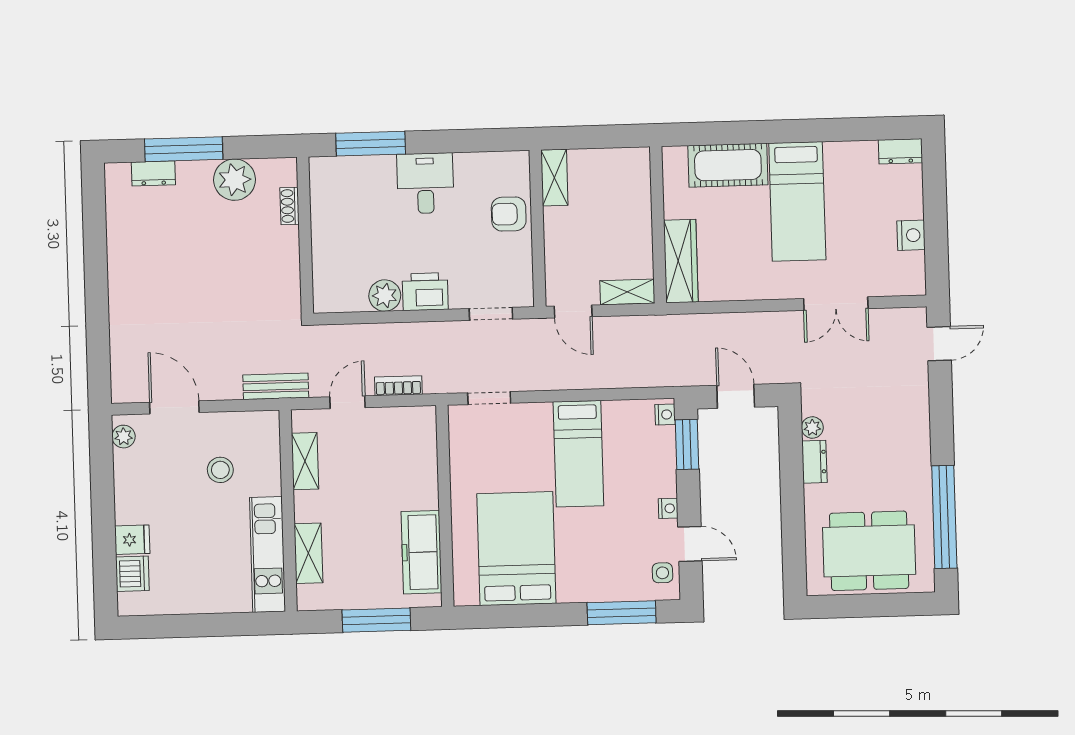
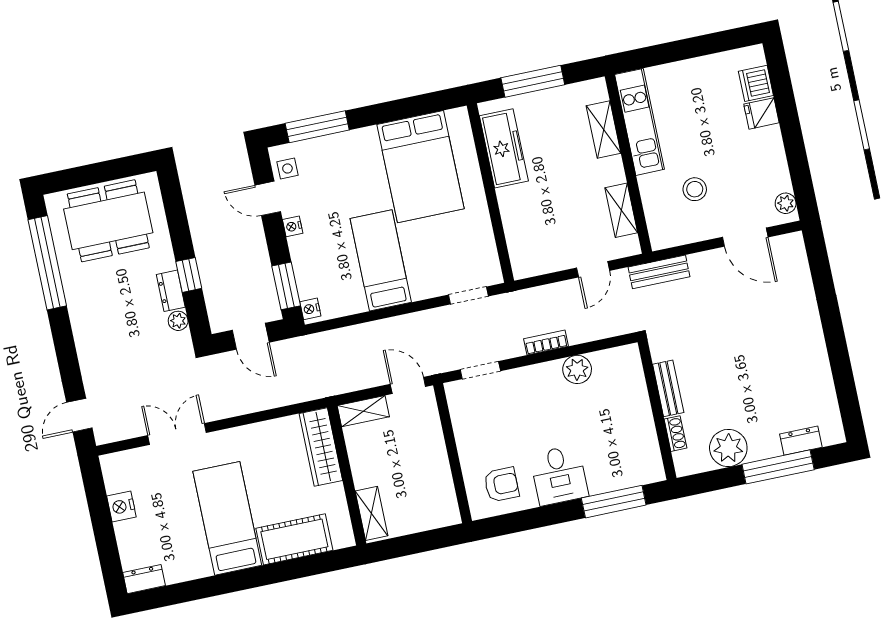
shelving: (554, 178) -> (372, 513), moved
armchair: (509, 214) -> (501, 484), moved
bench: (289, 257) -> (668, 388), added
printer: (425, 292) -> (542, 379), removed
bookcase: (398, 386) -> (546, 343), moved, turned 180
window: (792, 476) -> (189, 275), added

